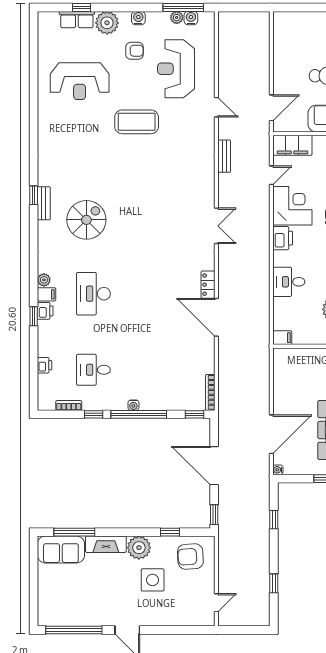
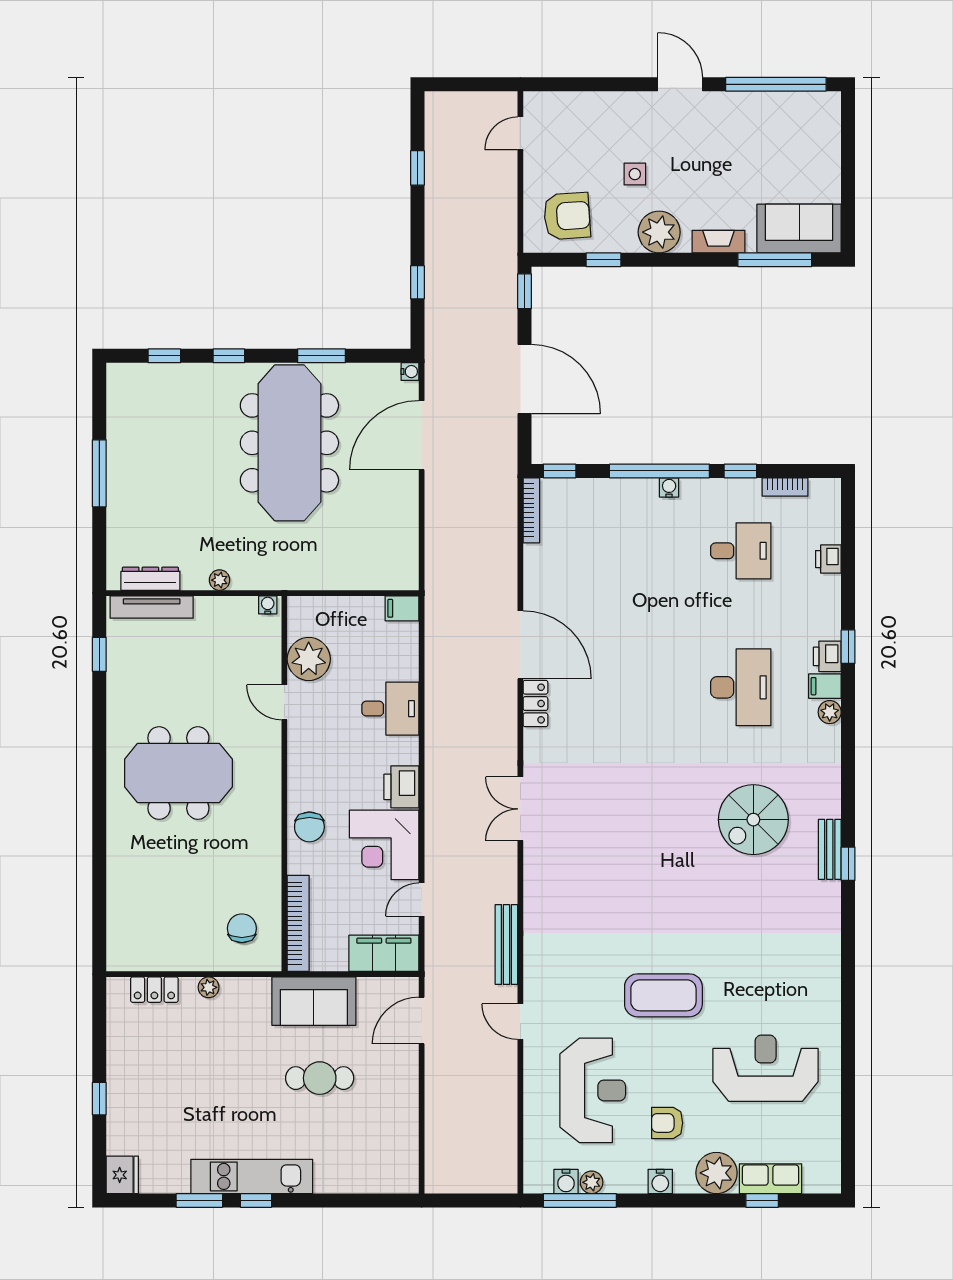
bench: (224, 156) -> (506, 945), width x1.36
fireplace: (106, 544) -> (719, 242), width x0.73, depth x0.76
side table: (153, 580) -> (635, 174), width x0.54, depth x0.54

